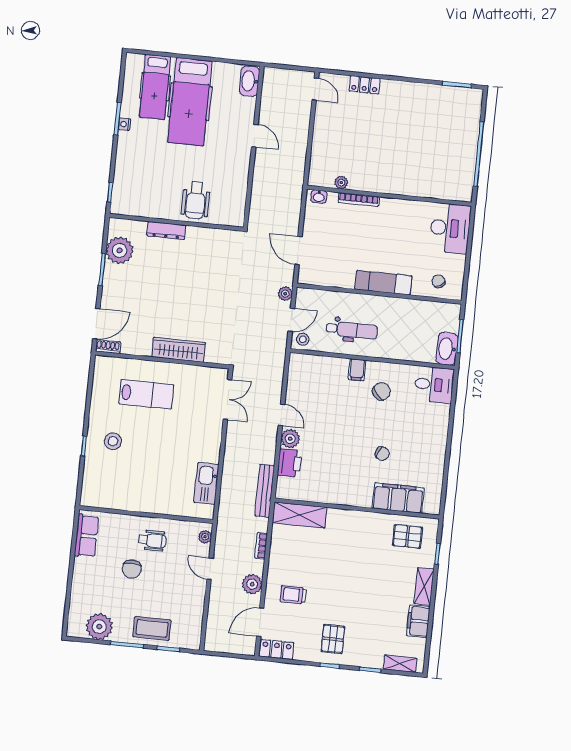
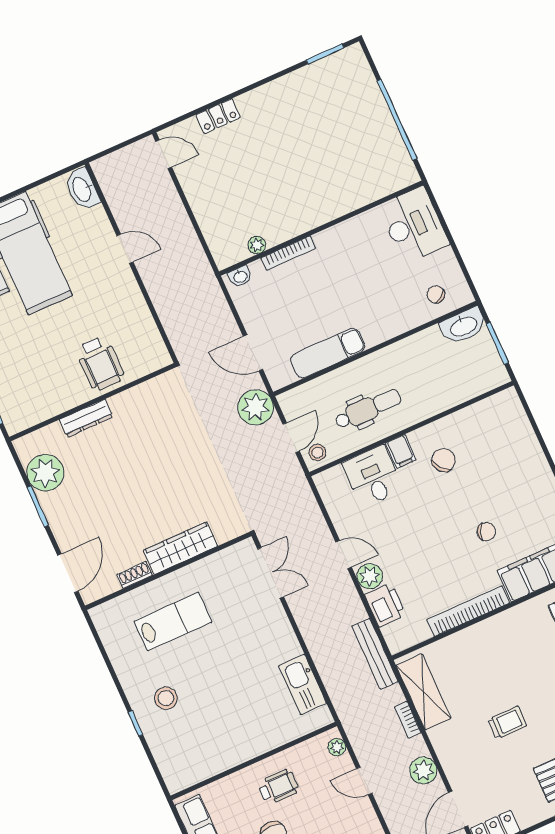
exam couch: (383, 283) -> (328, 353), moved
plant: (285, 294) -> (256, 407), width x1.88, depth x1.88
shoe rack: (108, 347) -> (135, 575), moved
washbasin: (447, 349) -> (463, 326), moved, turned -90
desk: (434, 385) -> (373, 476), moved, turned -90
bookcase: (341, 498) -> (468, 611), added
shelving: (300, 515) -> (423, 692), moved, turned 90
trolley: (293, 595) -> (507, 723), moved, turned 180

